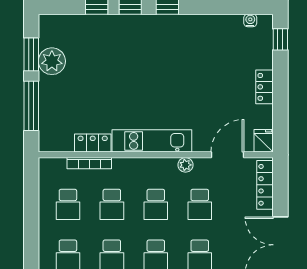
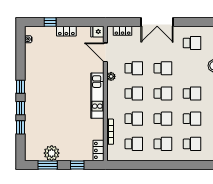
window: (280, 39) -> (50, 22), moved
window: (31, 106) -> (77, 165), width x0.46
locker: (93, 143) -> (99, 150), moved
locker: (265, 185) -> (123, 31), width x0.66

